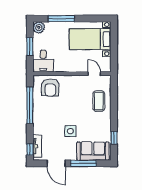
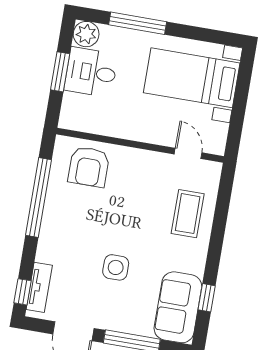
desk: (43, 61) -> (91, 72), moved, turned 90
sofa: (93, 151) -> (178, 307), moved, turned -90

